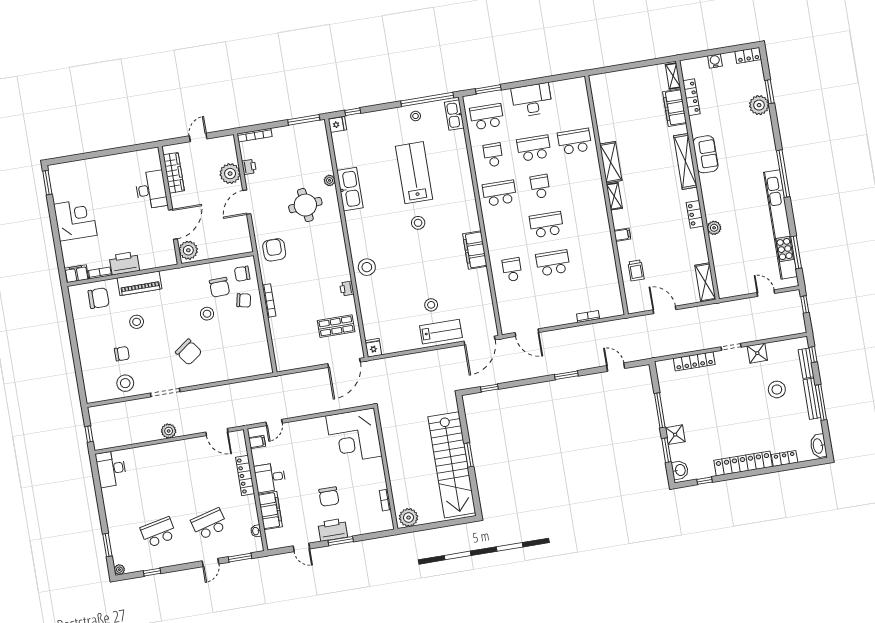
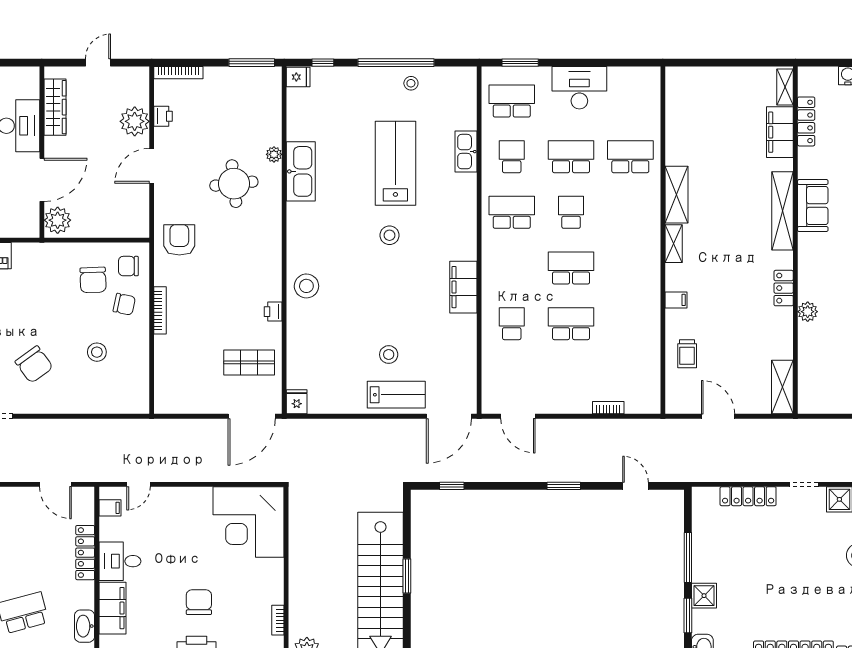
window: (427, 99) -> (396, 63), moved
kitchen sink: (454, 115) -> (466, 152), moved
stool: (207, 314) -> (97, 352), moved
chair: (329, 497) -> (199, 602), turned 180
washbasin: (256, 531) -> (85, 626), width x1.91, depth x1.45

